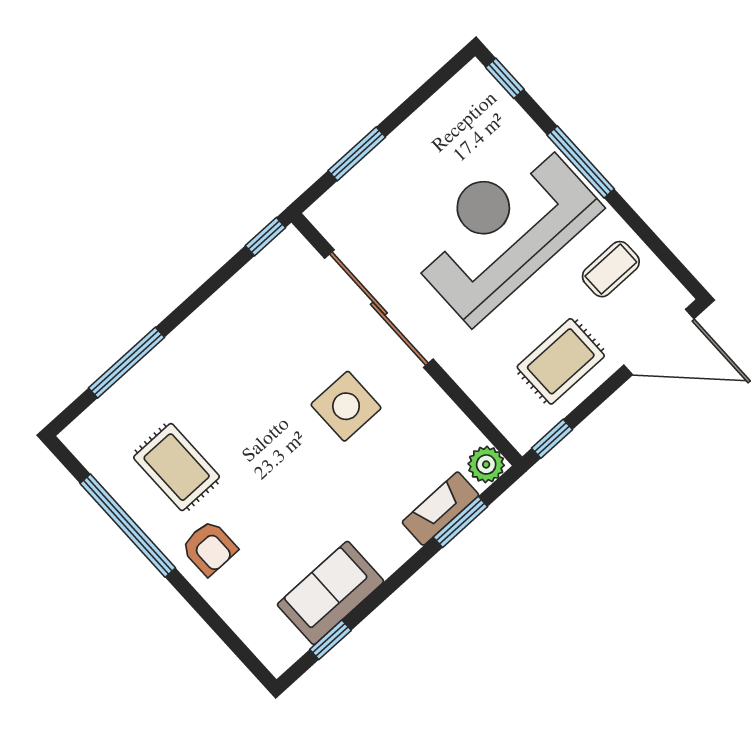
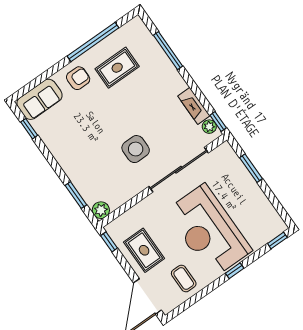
window: (581, 162) -> (235, 271), width x0.46
reception desk: (502, 229) -> (208, 231), turned 180
plant: (279, 254) -> (209, 127), added
fireplace: (440, 509) -> (194, 106), moved, turned 180
armchair: (209, 548) -> (78, 78), turned 180
sofa: (330, 593) -> (39, 99), moved, turned 90

